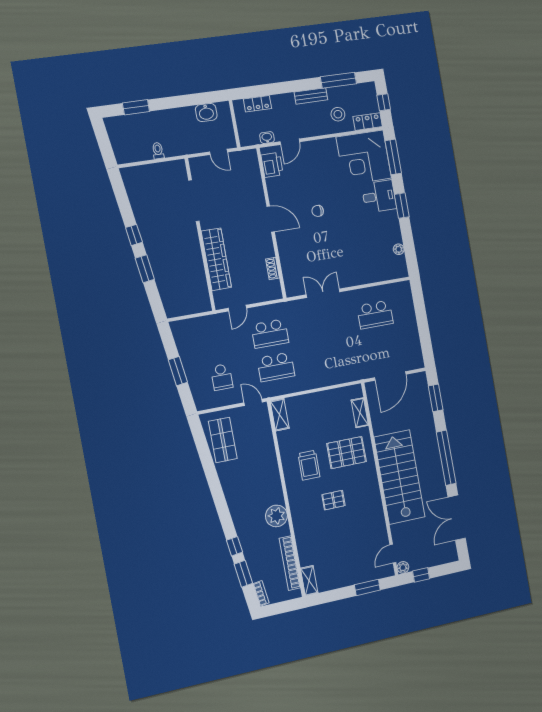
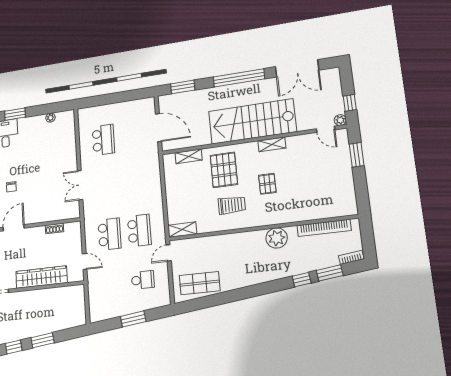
shelving: (309, 581) -> (272, 144), moved

